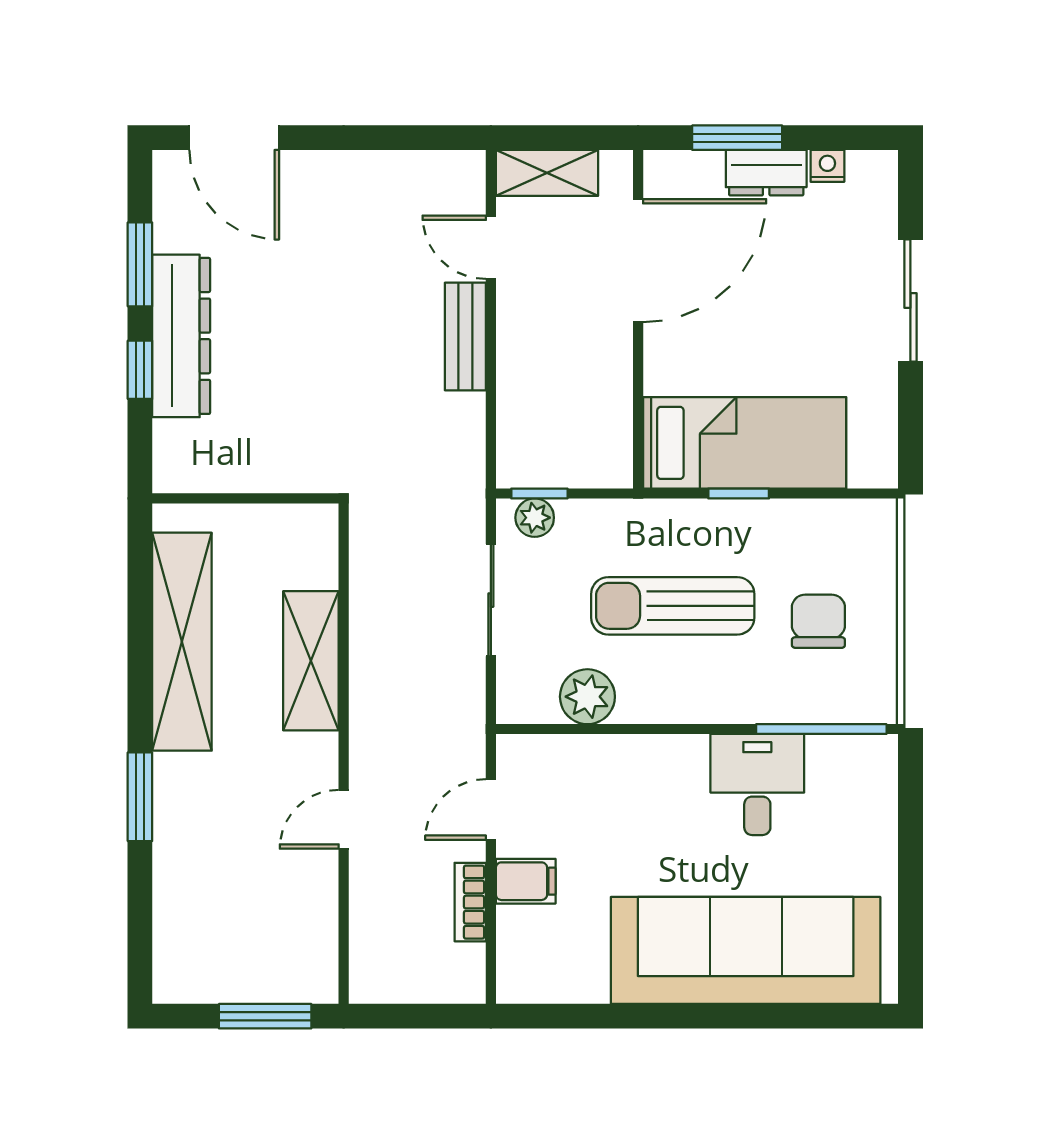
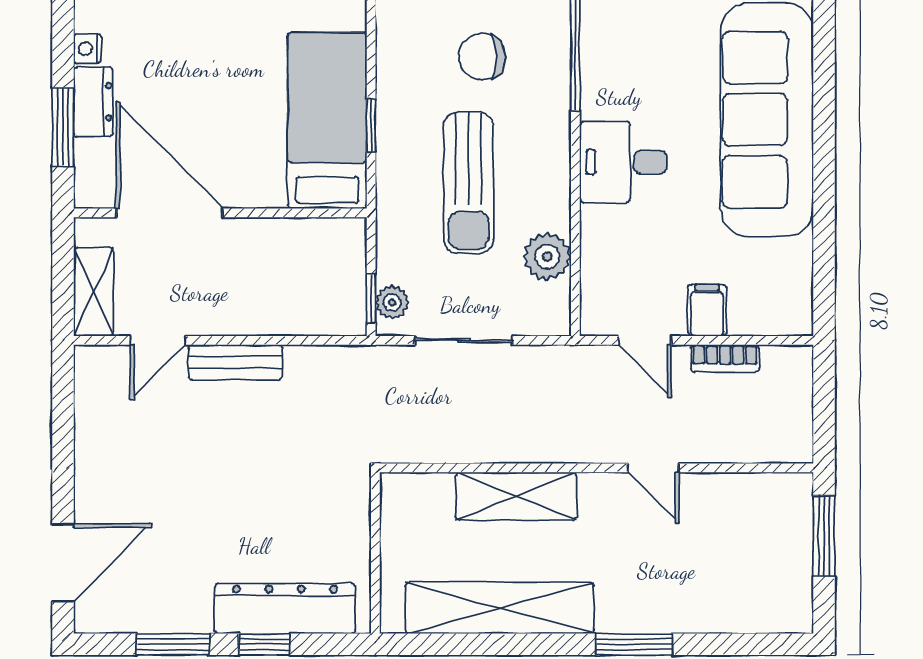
dresser: (181, 336) -> (285, 609), moved
desk: (757, 784) -> (623, 162), moved

